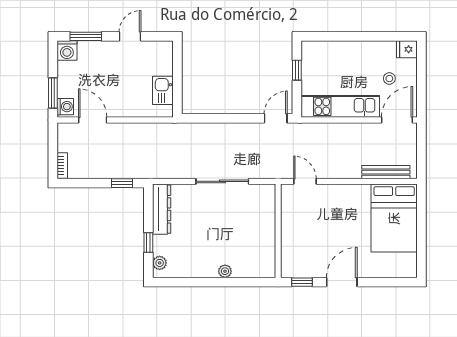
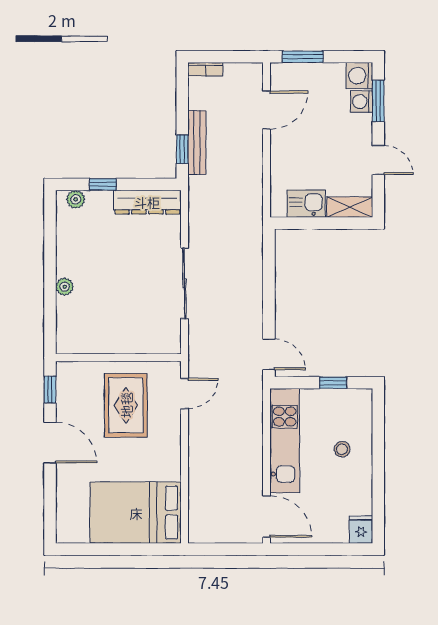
shelving: (165, 58) -> (350, 207), added
stool: (389, 79) -> (342, 449), moved
washing machine: (65, 107) -> (362, 102), moved, turned 90
bench: (386, 172) -> (197, 143), moved
rug: (314, 225) -> (126, 405), added

